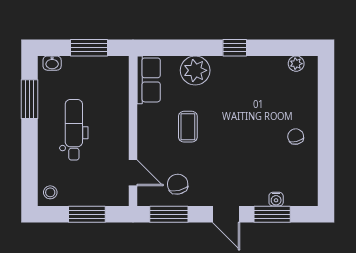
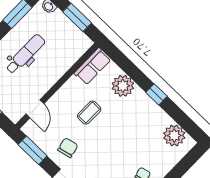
plant: (296, 64) -> (174, 136), width x1.88, depth x1.88
chair: (178, 184) -> (68, 148), moved

